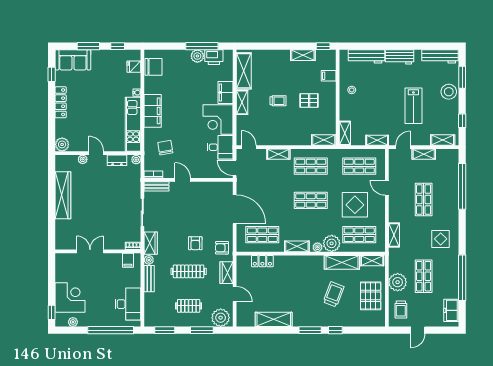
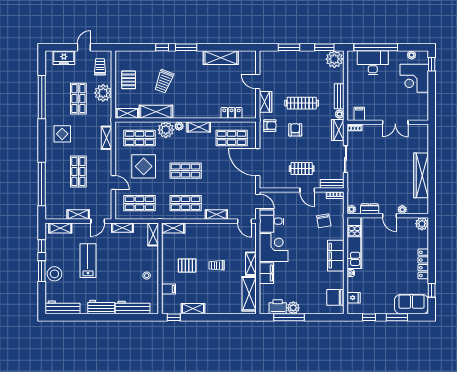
window: (462, 77) -> (42, 271), moved
pallet: (371, 296) -> (129, 80), width x0.67, depth x0.71
desk: (128, 304) -> (373, 63), moved, turned 90
clothes rail: (189, 306) -> (302, 169), moved
freezer: (451, 310) -> (64, 58), moved, turned 90
plant: (221, 318) -> (334, 59), moved

